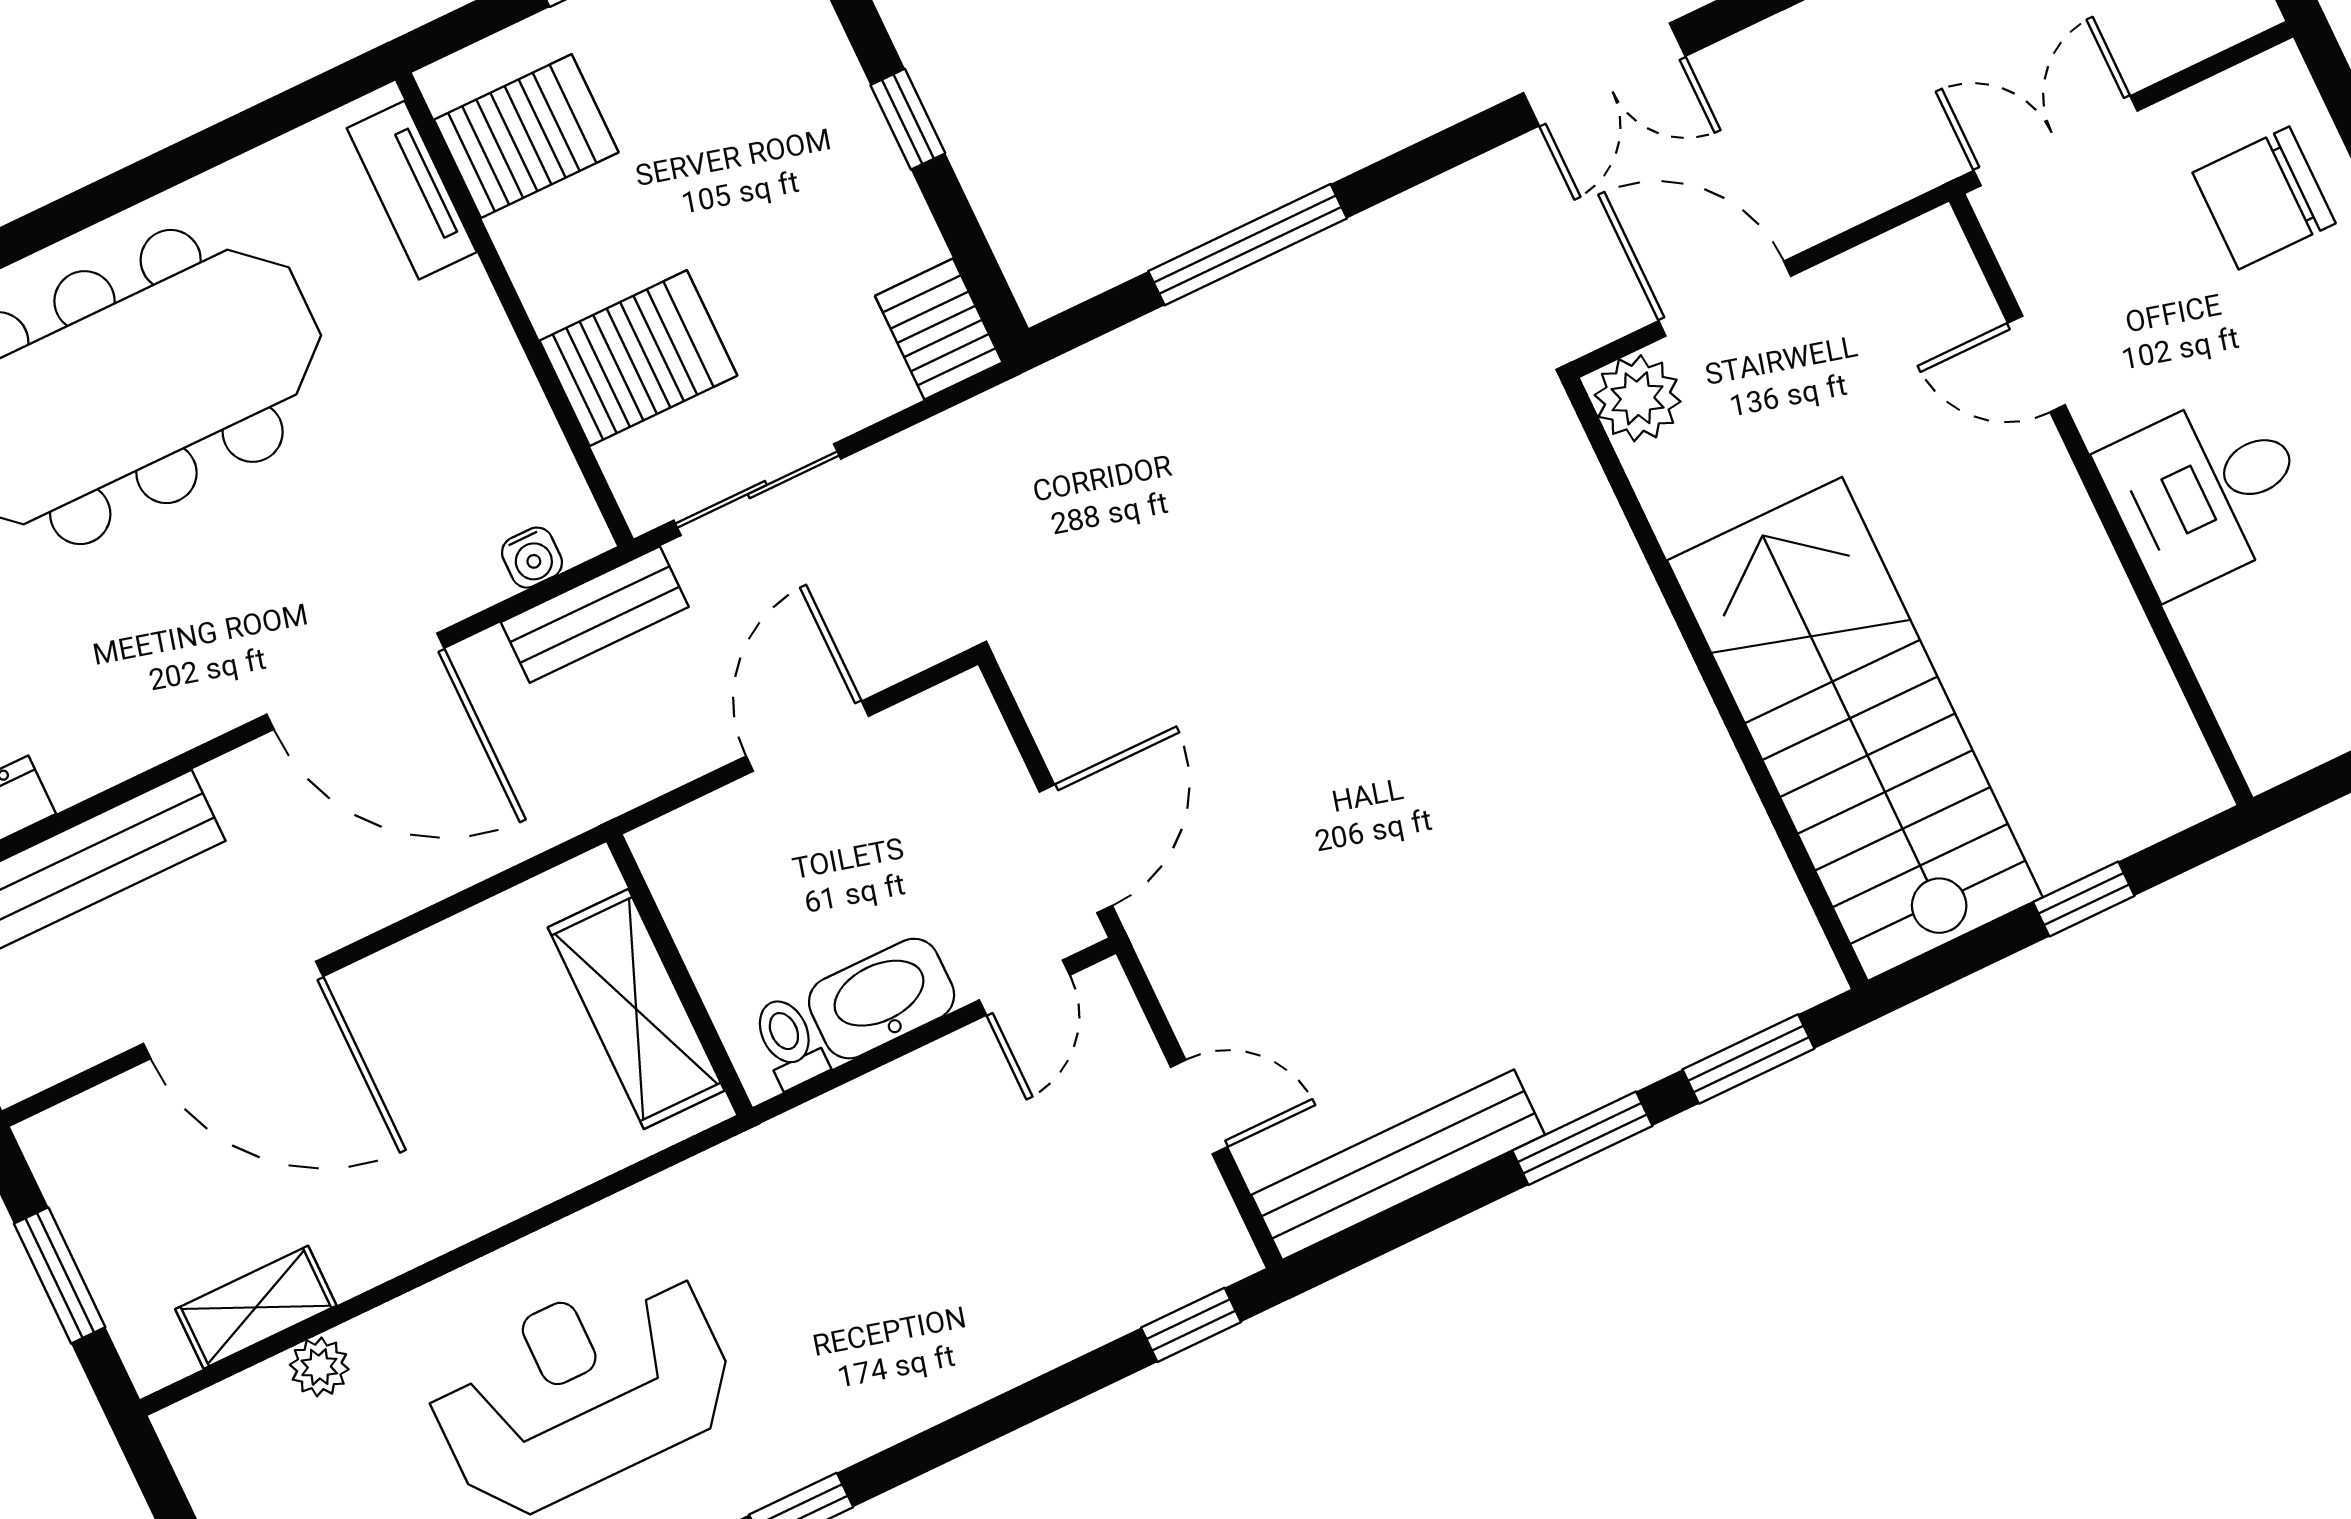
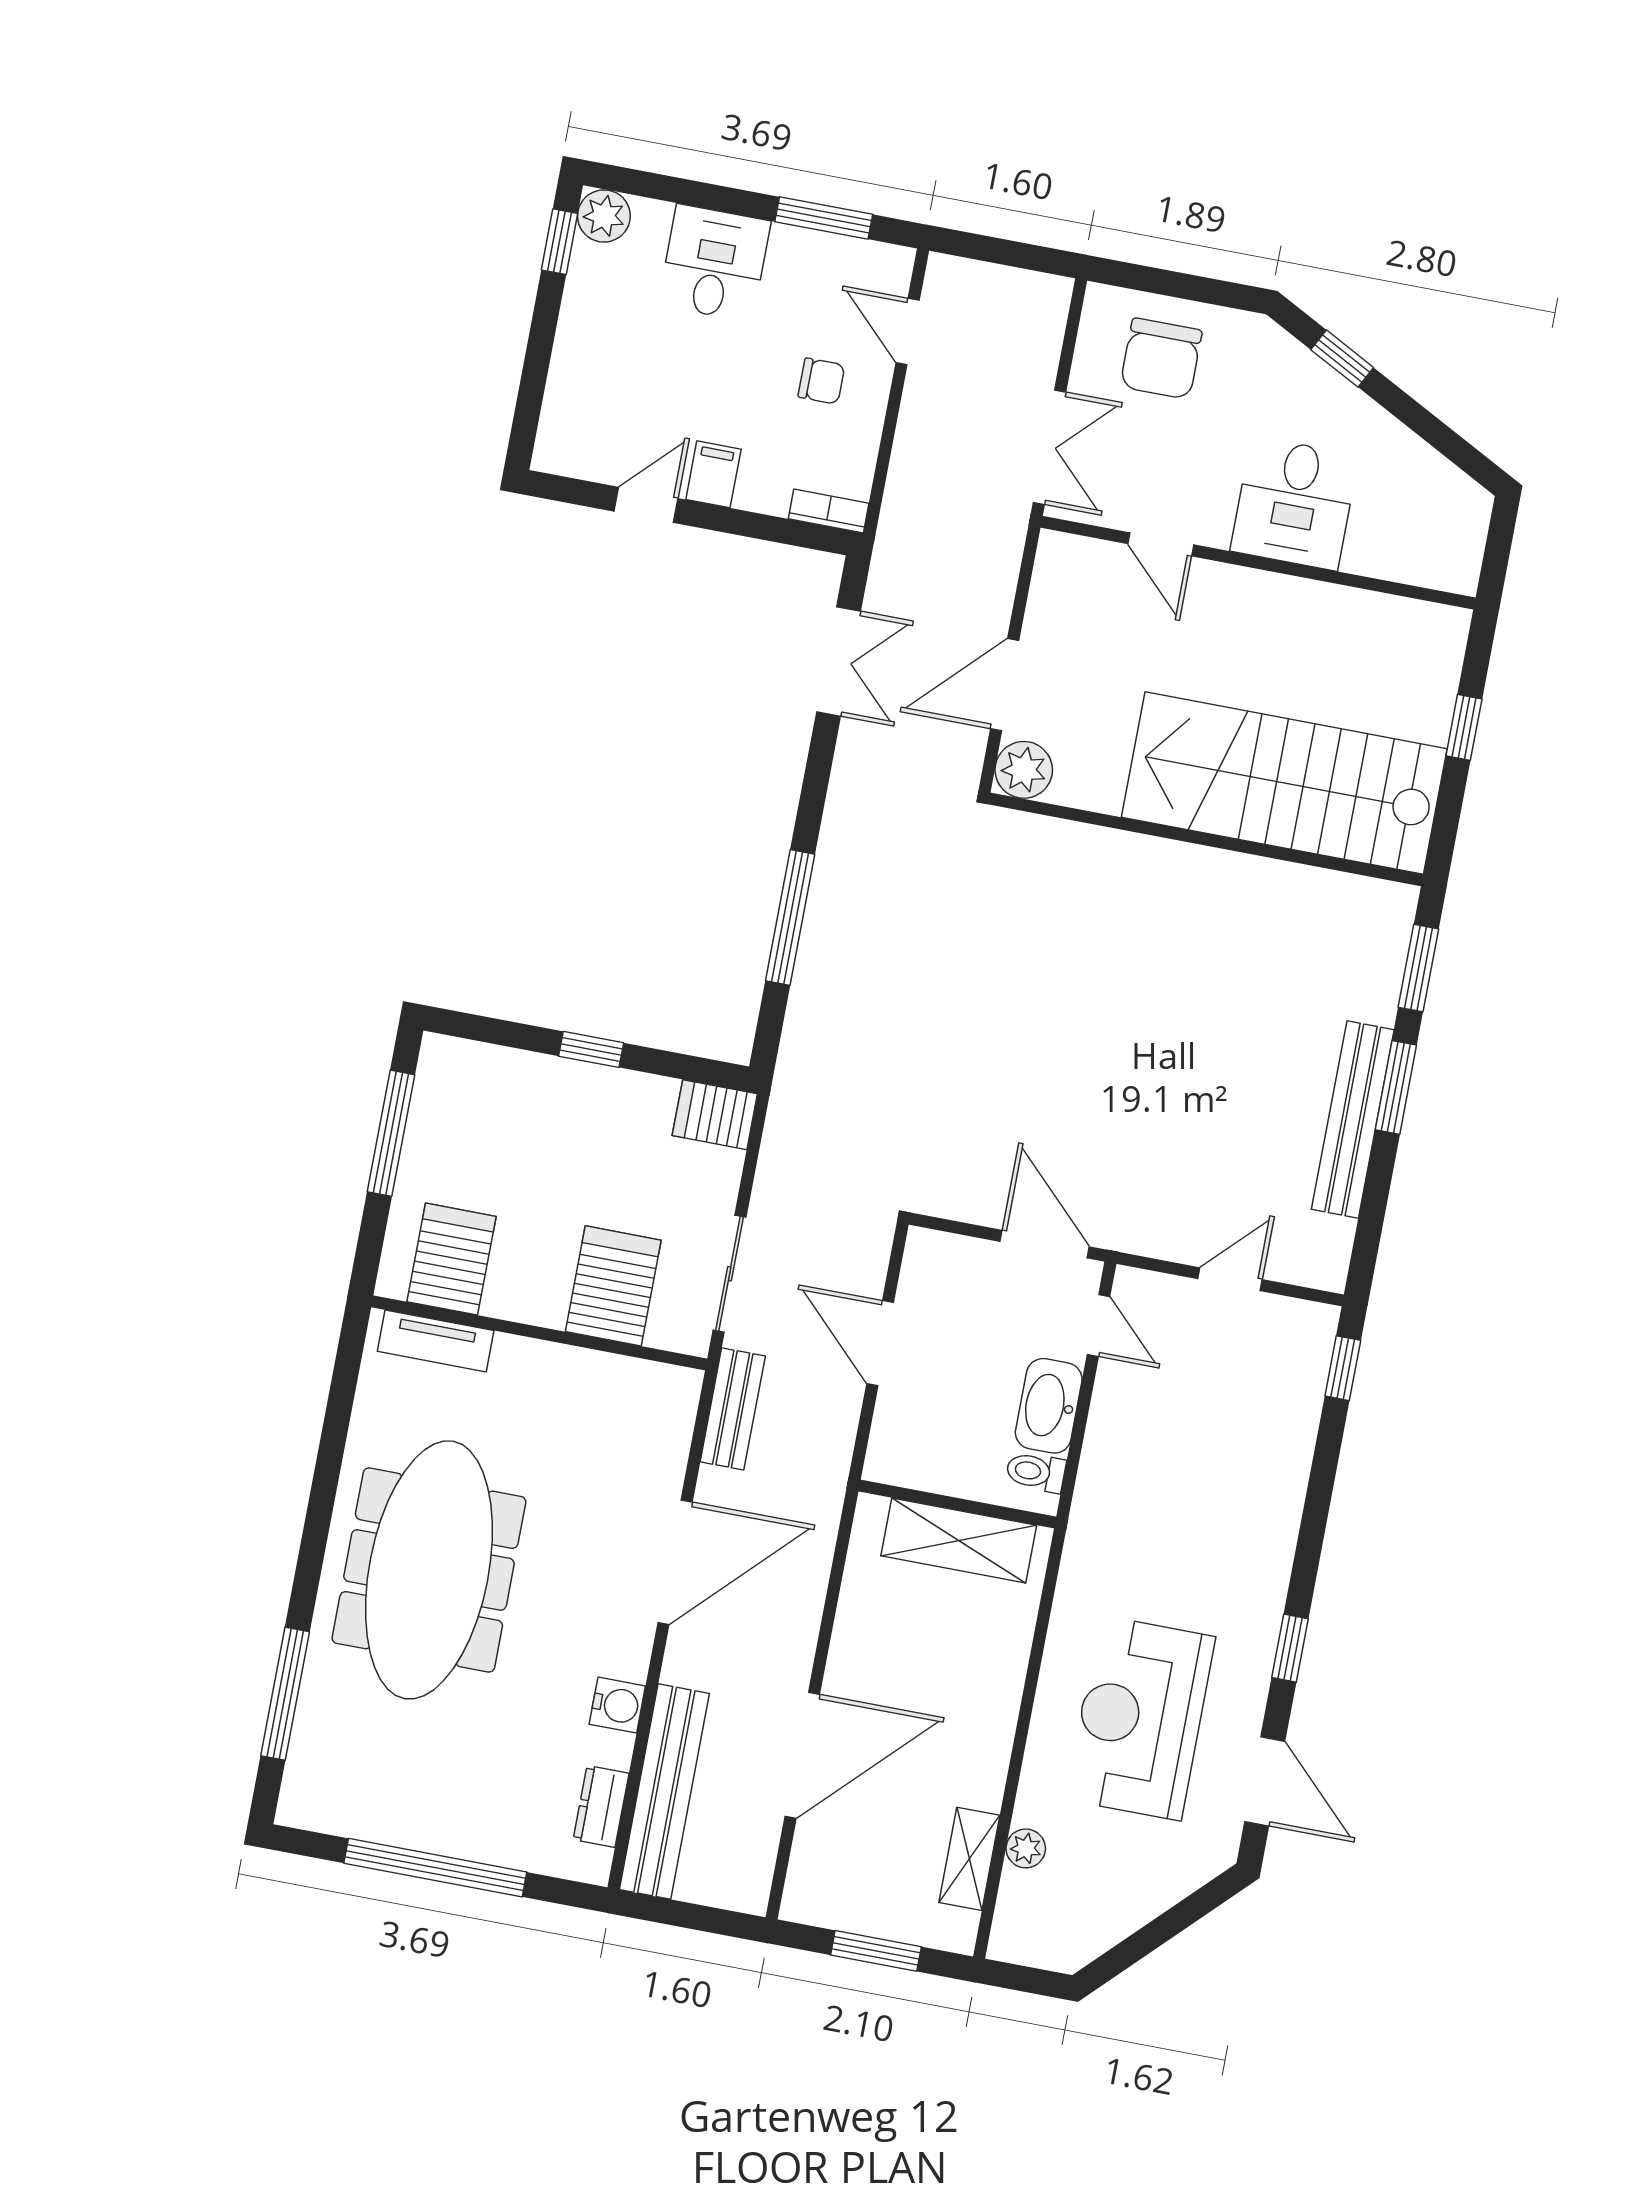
double door: (2055, 141) -> (1049, 447), swing flipped
door: (2036, 364) -> (1161, 544), hinge flipped
water cooler: (532, 558) -> (617, 1705), moved, width x1.38, depth x1.38
bench: (1398, 1165) -> (1353, 1120), moved

